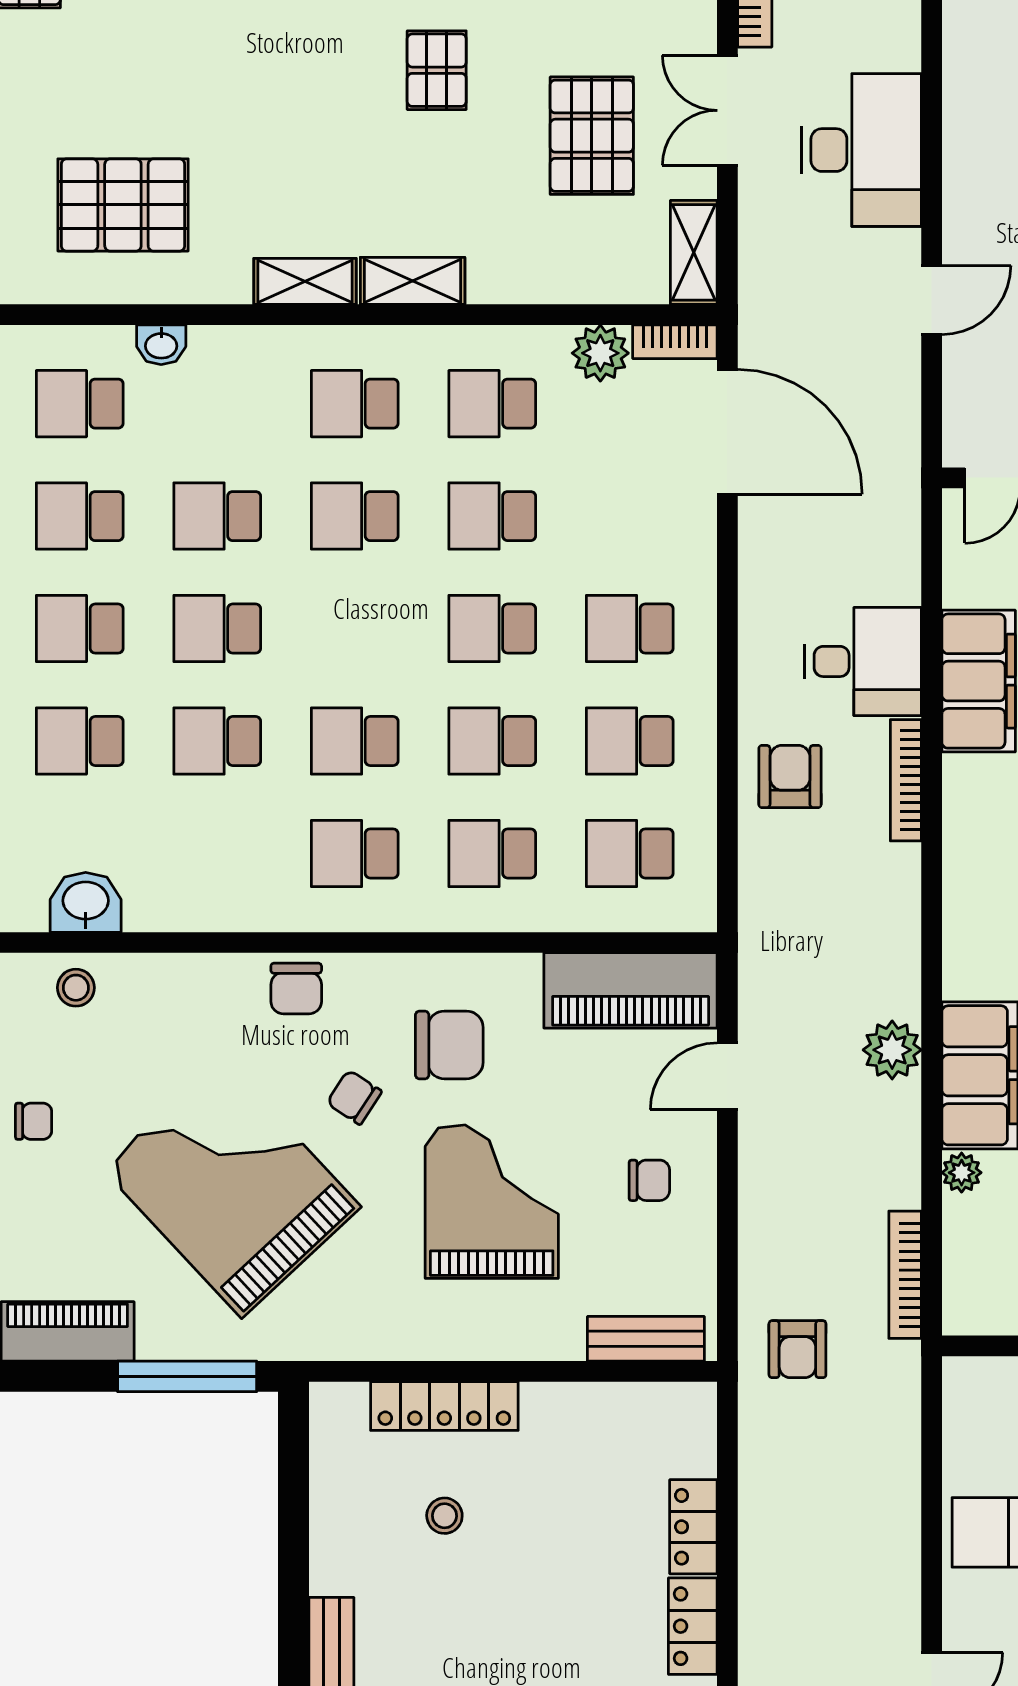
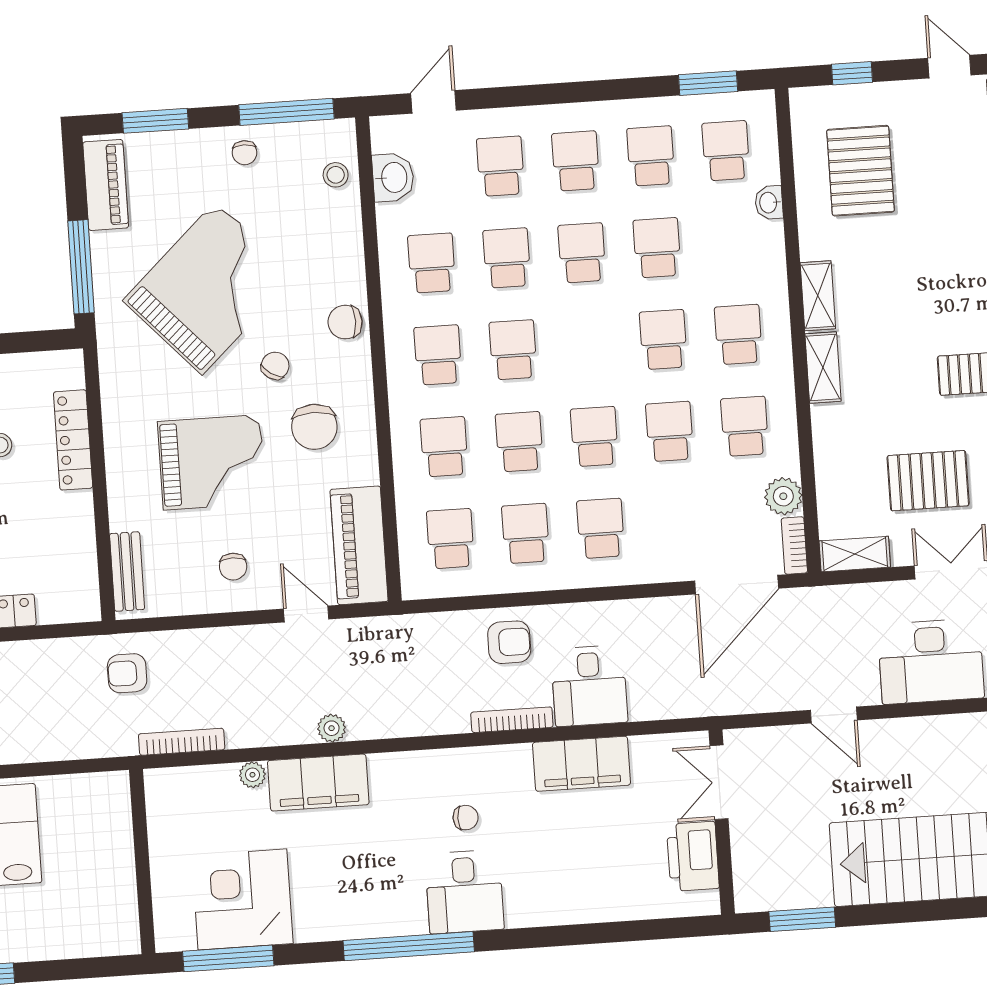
school desk: (217, 853) -> (432, 263), added
plant: (892, 1050) -> (332, 728), width x0.73, depth x0.73

